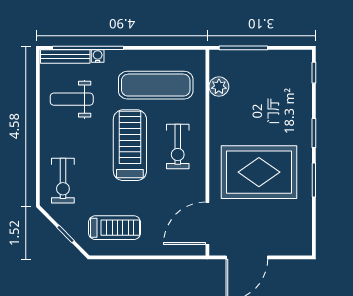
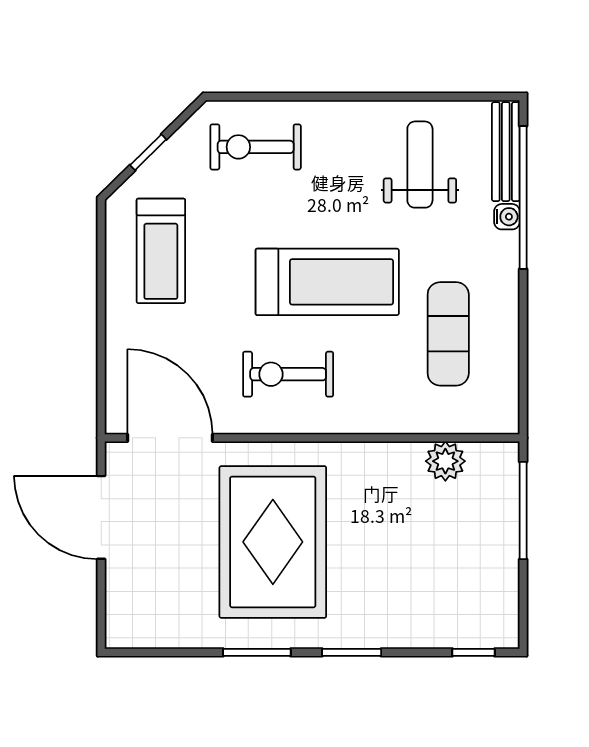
exercise mat: (156, 85) -> (448, 334), width x0.73, depth x0.69
exercise bike: (178, 146) -> (288, 374), moved

